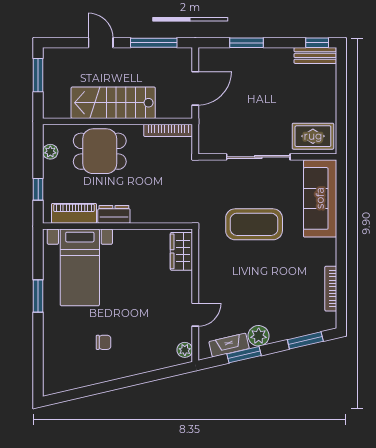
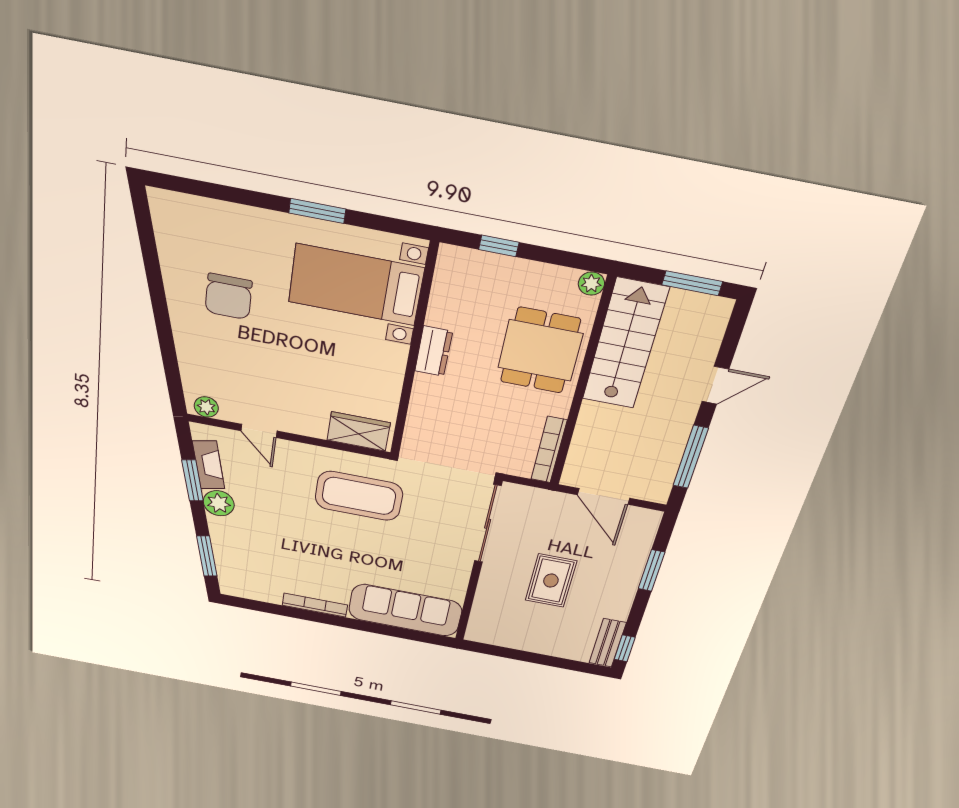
stairs: (113, 103) -> (625, 344), moved
rug: (313, 136) -> (551, 581), moved
plant: (50, 152) -> (591, 284), moved
sliding door: (258, 157) -> (488, 524), moved
piano: (74, 213) -> (447, 293), removed
coffee table: (254, 224) -> (359, 496), moved, turned 90
bookcase: (331, 289) -> (315, 605), moved
chair: (104, 342) -> (229, 296), width x1.87, depth x1.87

